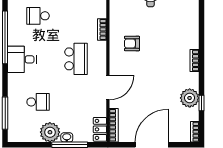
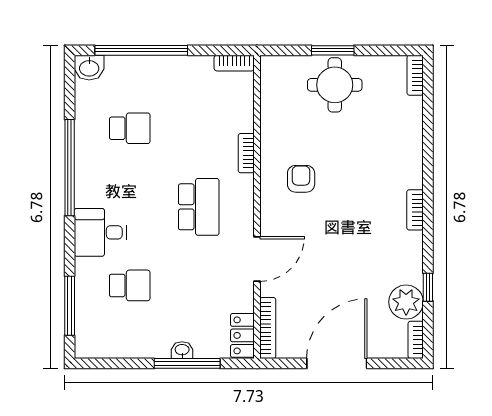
school desk: (38, 16) -> (130, 128), turned 180
armchair: (132, 44) -> (301, 179), turned 90
desk: (22, 59) -> (100, 232), moved
plant: (190, 98) -> (406, 302), moved
plant: (50, 132) -> (151, 341), removed

